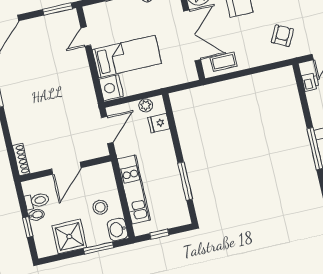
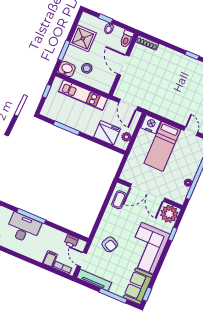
fridge: (159, 123) -> (107, 133), width x1.88, depth x1.34
toilet: (37, 201) -> (126, 39), moved

